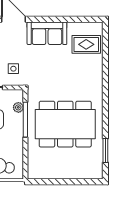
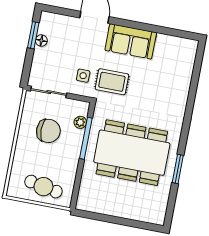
rug: (86, 44) -> (112, 82), moved
window: (105, 150) -> (178, 169), moved

